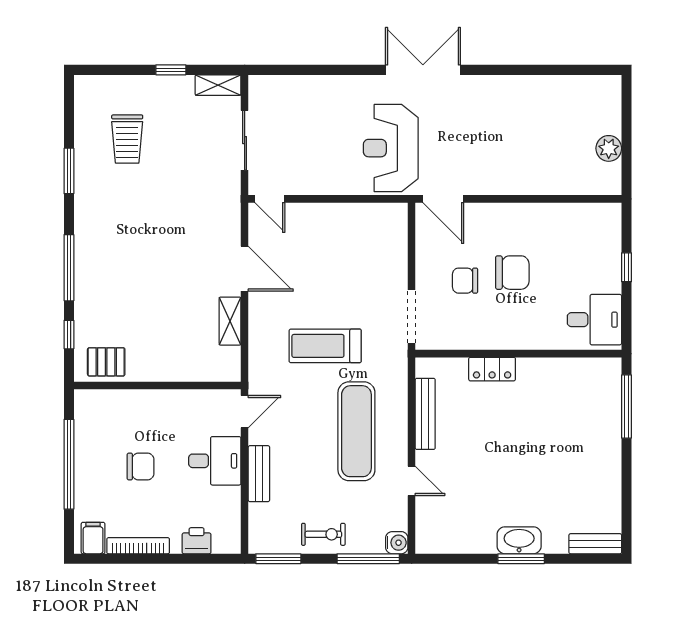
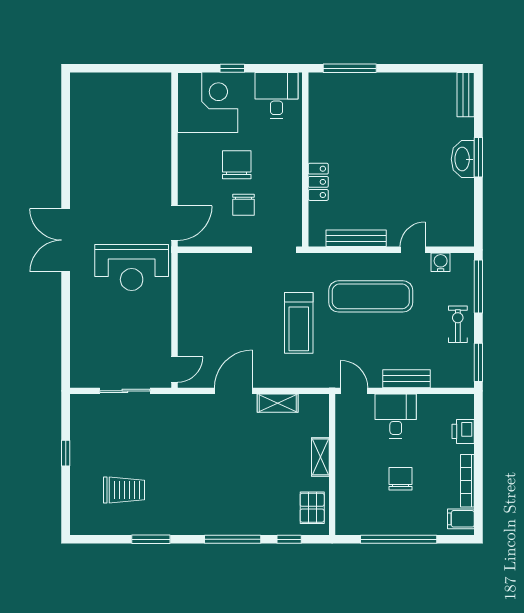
shelving: (218, 85) -> (320, 457), moved
plant: (609, 148) -> (132, 83), removed
corner desk: (586, 238) -> (208, 103), added
water cooler: (397, 543) -> (441, 262), moved

